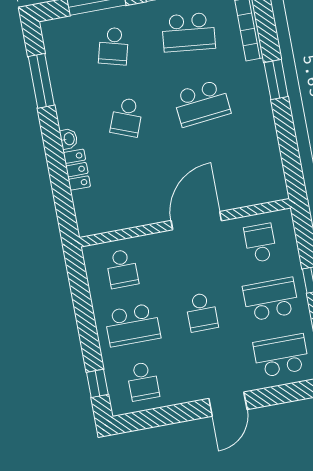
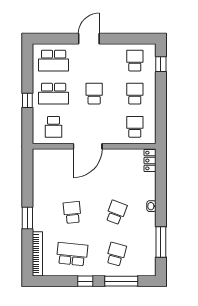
school desk: (202, 103) -> (72, 212), width x0.54
locker: (77, 170) -> (150, 161), moved
school desk: (133, 325) -> (135, 94), width x0.54

